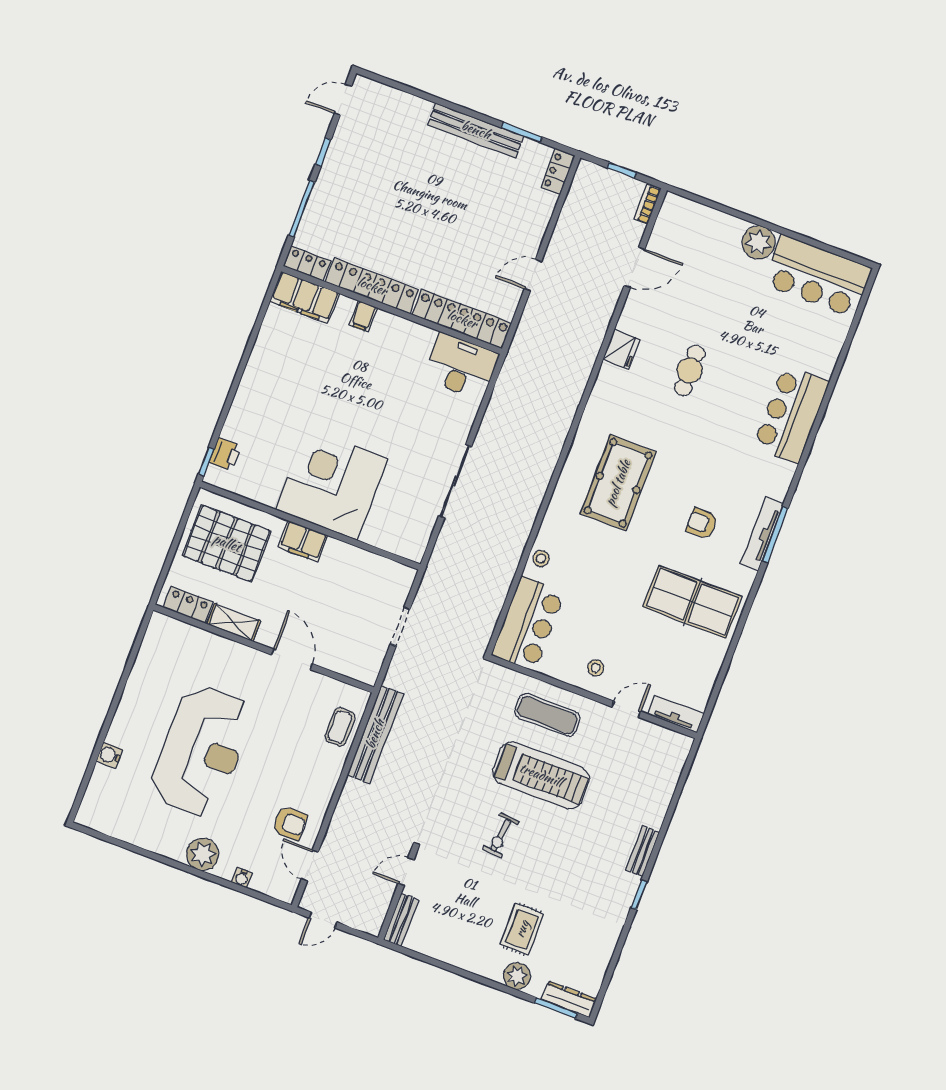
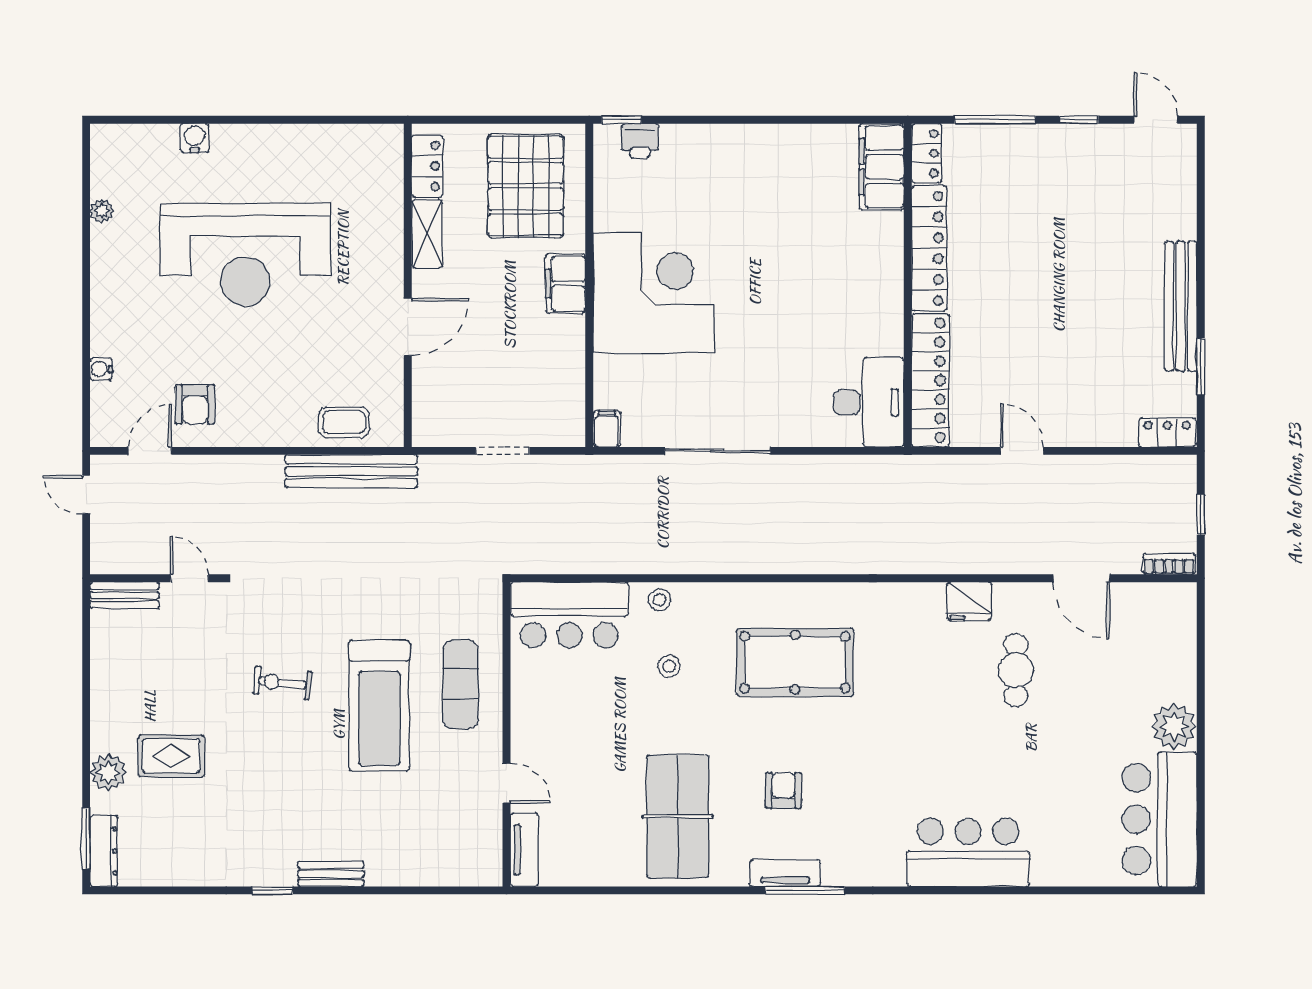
filing cabinet: (363, 316) -> (607, 429), moved, turned 90
cafe table: (690, 370) -> (1016, 670), moved, turned 90
tv unit: (762, 534) -> (785, 873), width x0.71
stool: (596, 668) -> (669, 666), moved
plant: (203, 854) -> (102, 211), moved, width x0.53, depth x0.53

